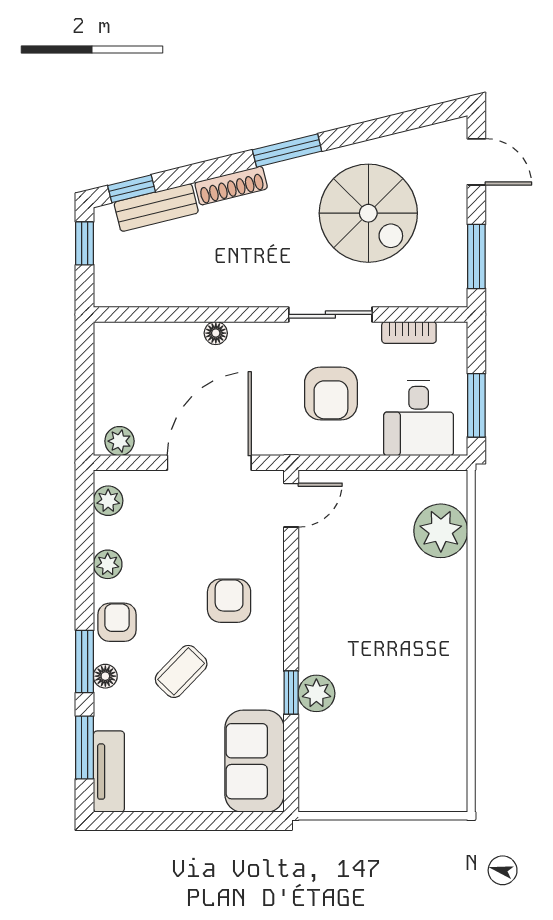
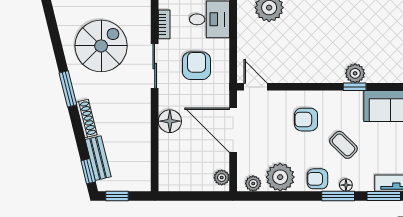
floor lamp: (216, 333) -> (170, 121), width x1.89, depth x1.89
armchair: (331, 394) -> (196, 66), turned -90
plant: (108, 564) -> (280, 177), width x1.88, depth x1.88

